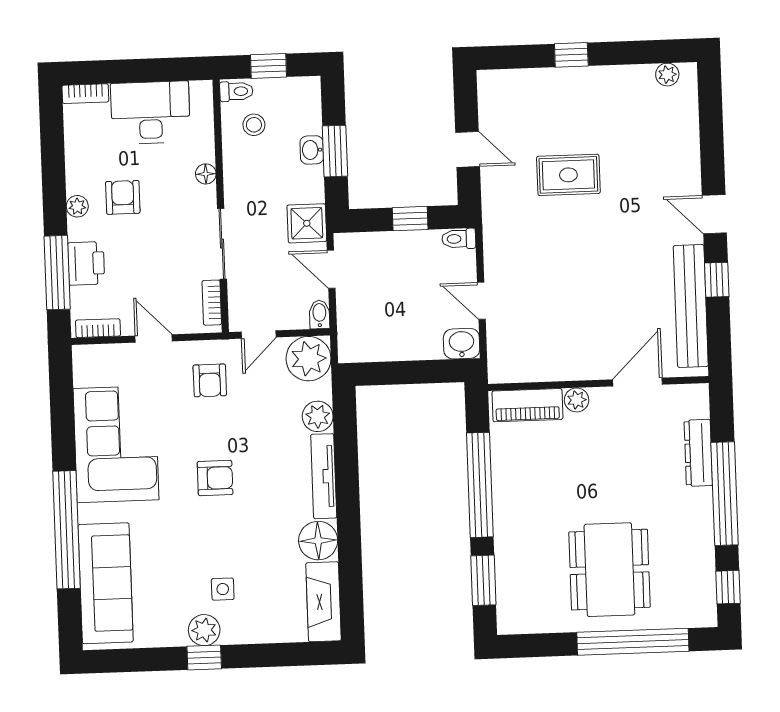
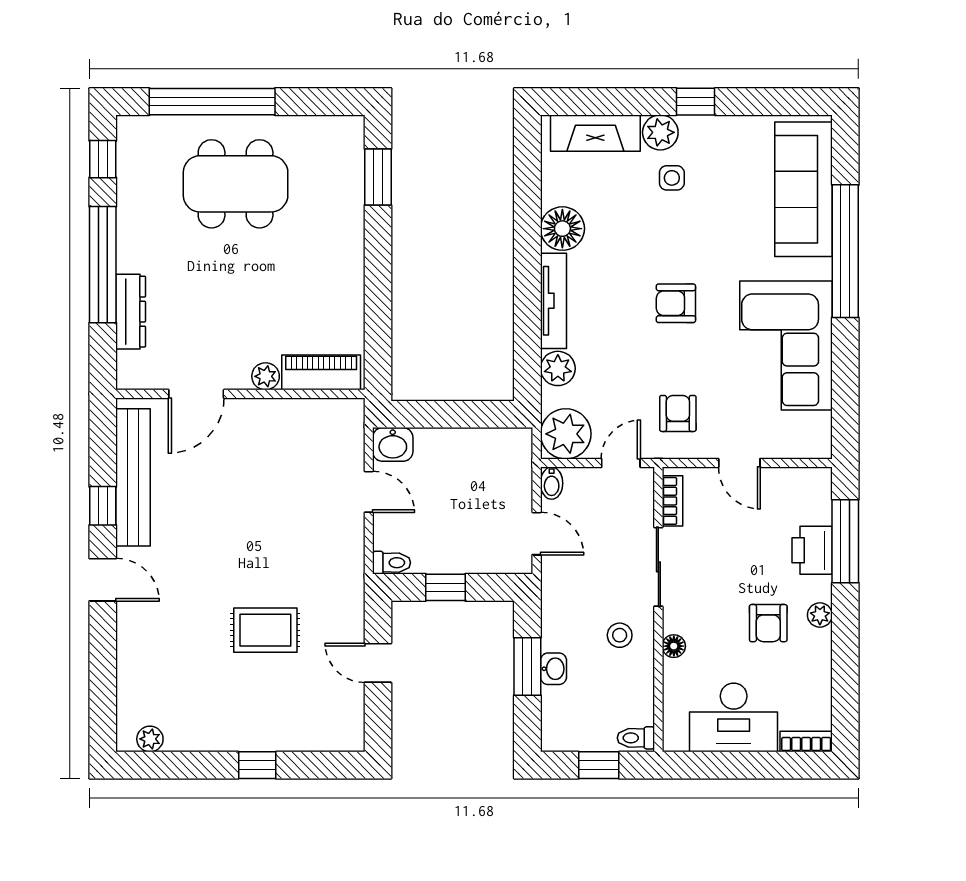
stool: (254, 125) -> (620, 635), moved
shower: (307, 223) -> (562, 586), removed
bookcase: (98, 328) -> (802, 477), removed
window: (480, 485) -> (378, 285), removed
dining table: (609, 570) -> (236, 184), turned 90
fireplace: (323, 602) -> (595, 133), moved, turned 90
plant: (204, 630) -> (660, 132), moved

